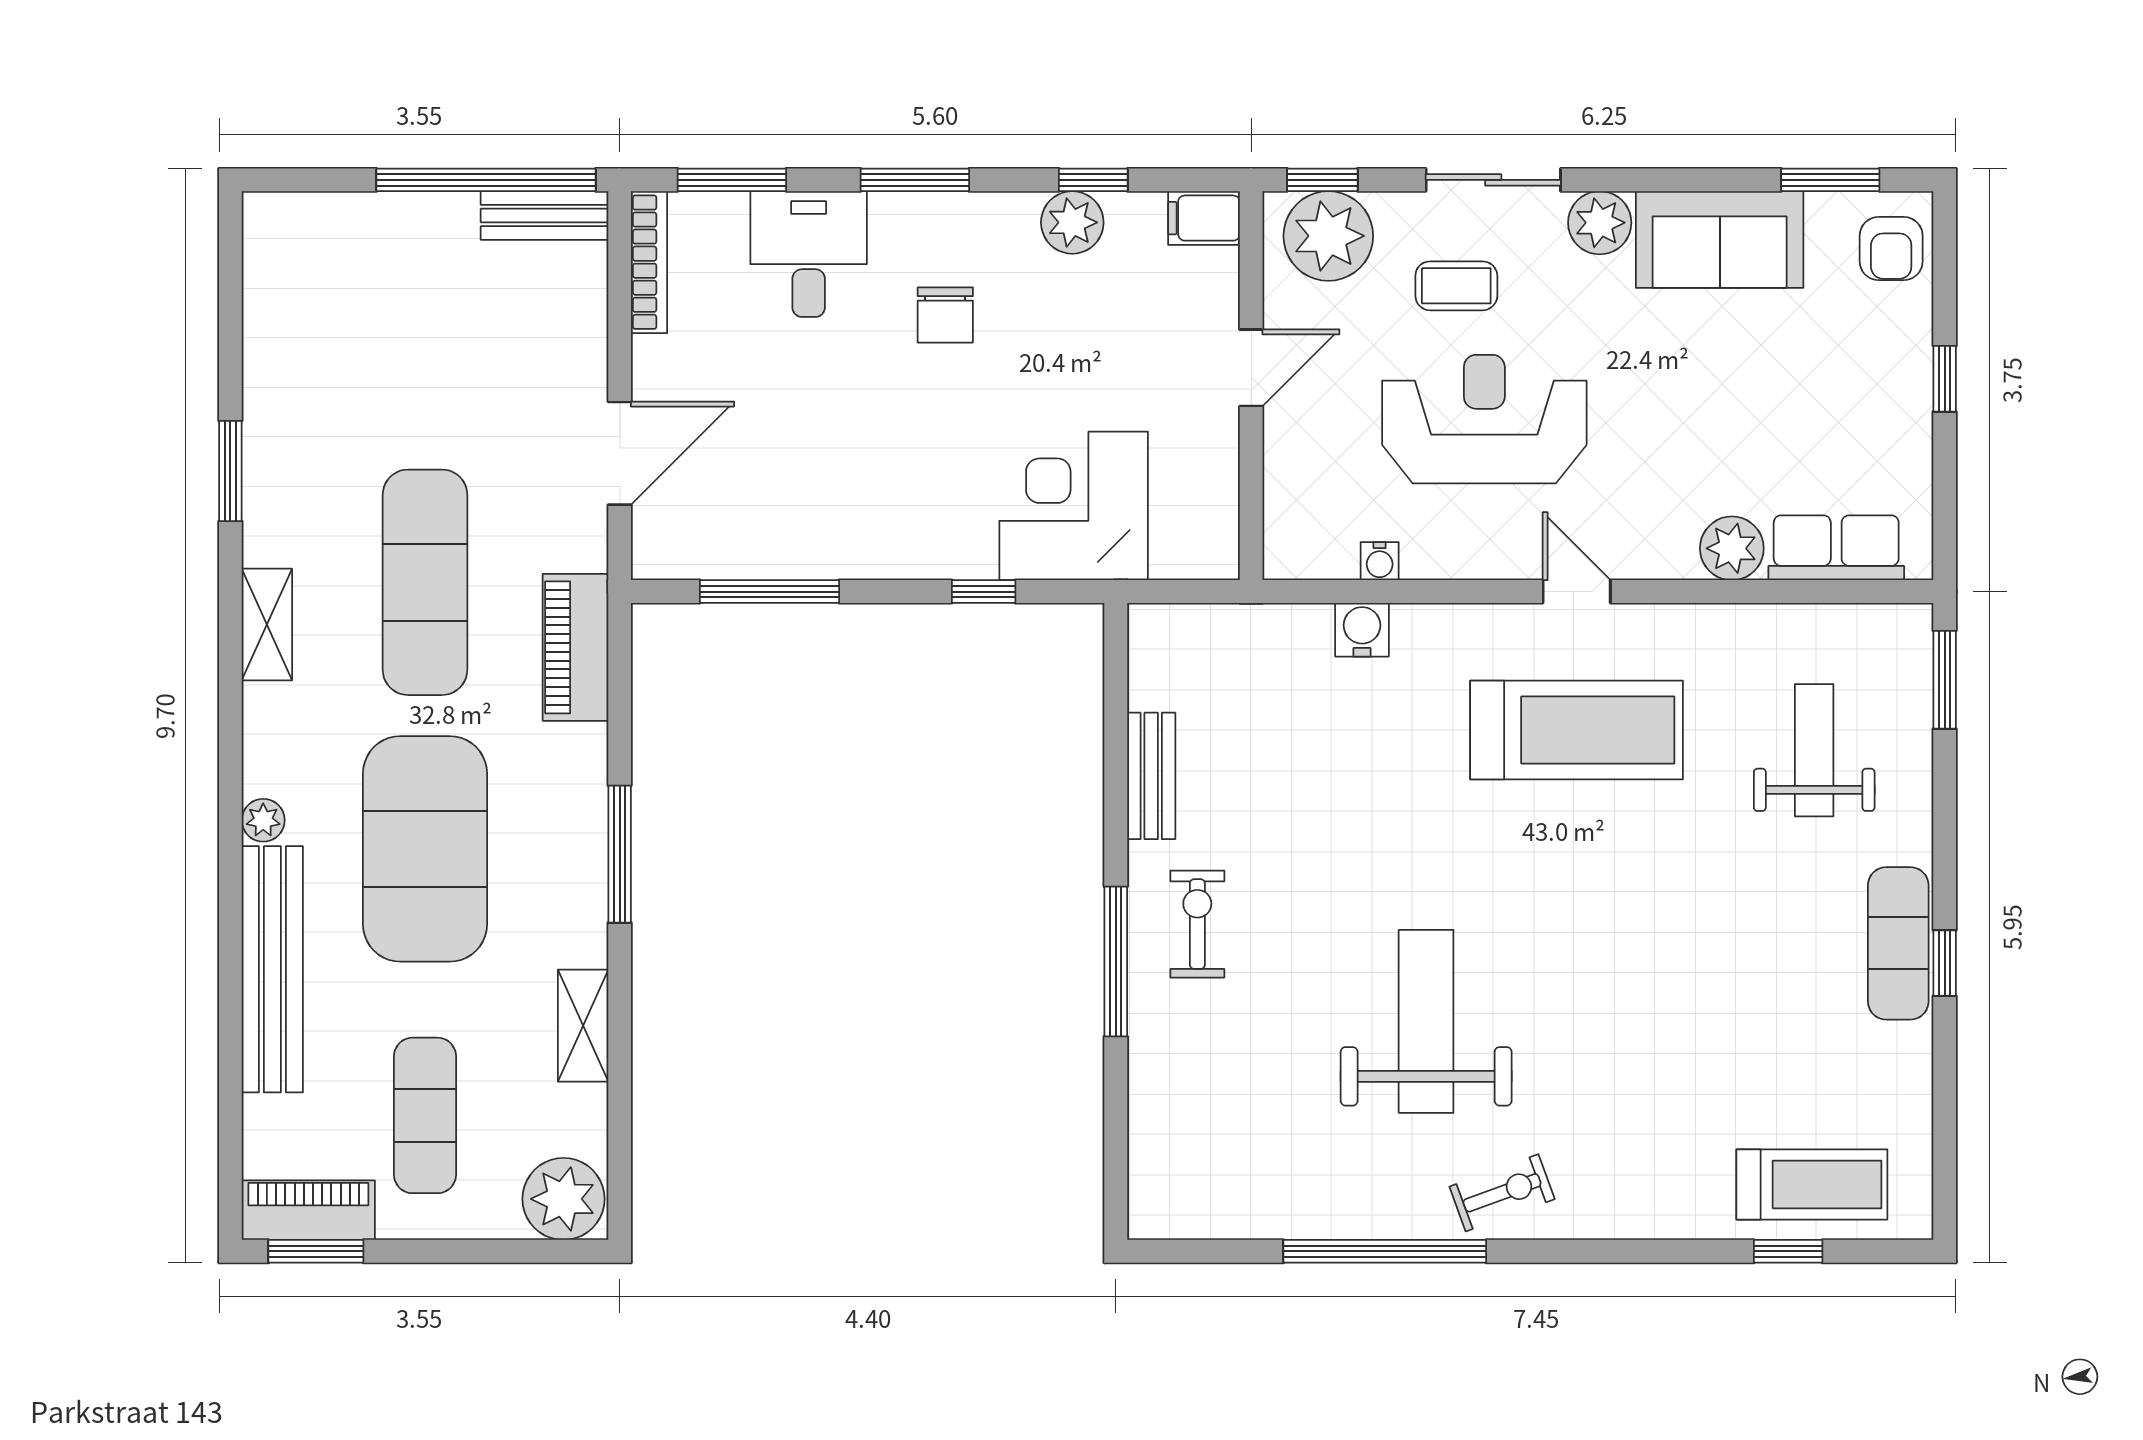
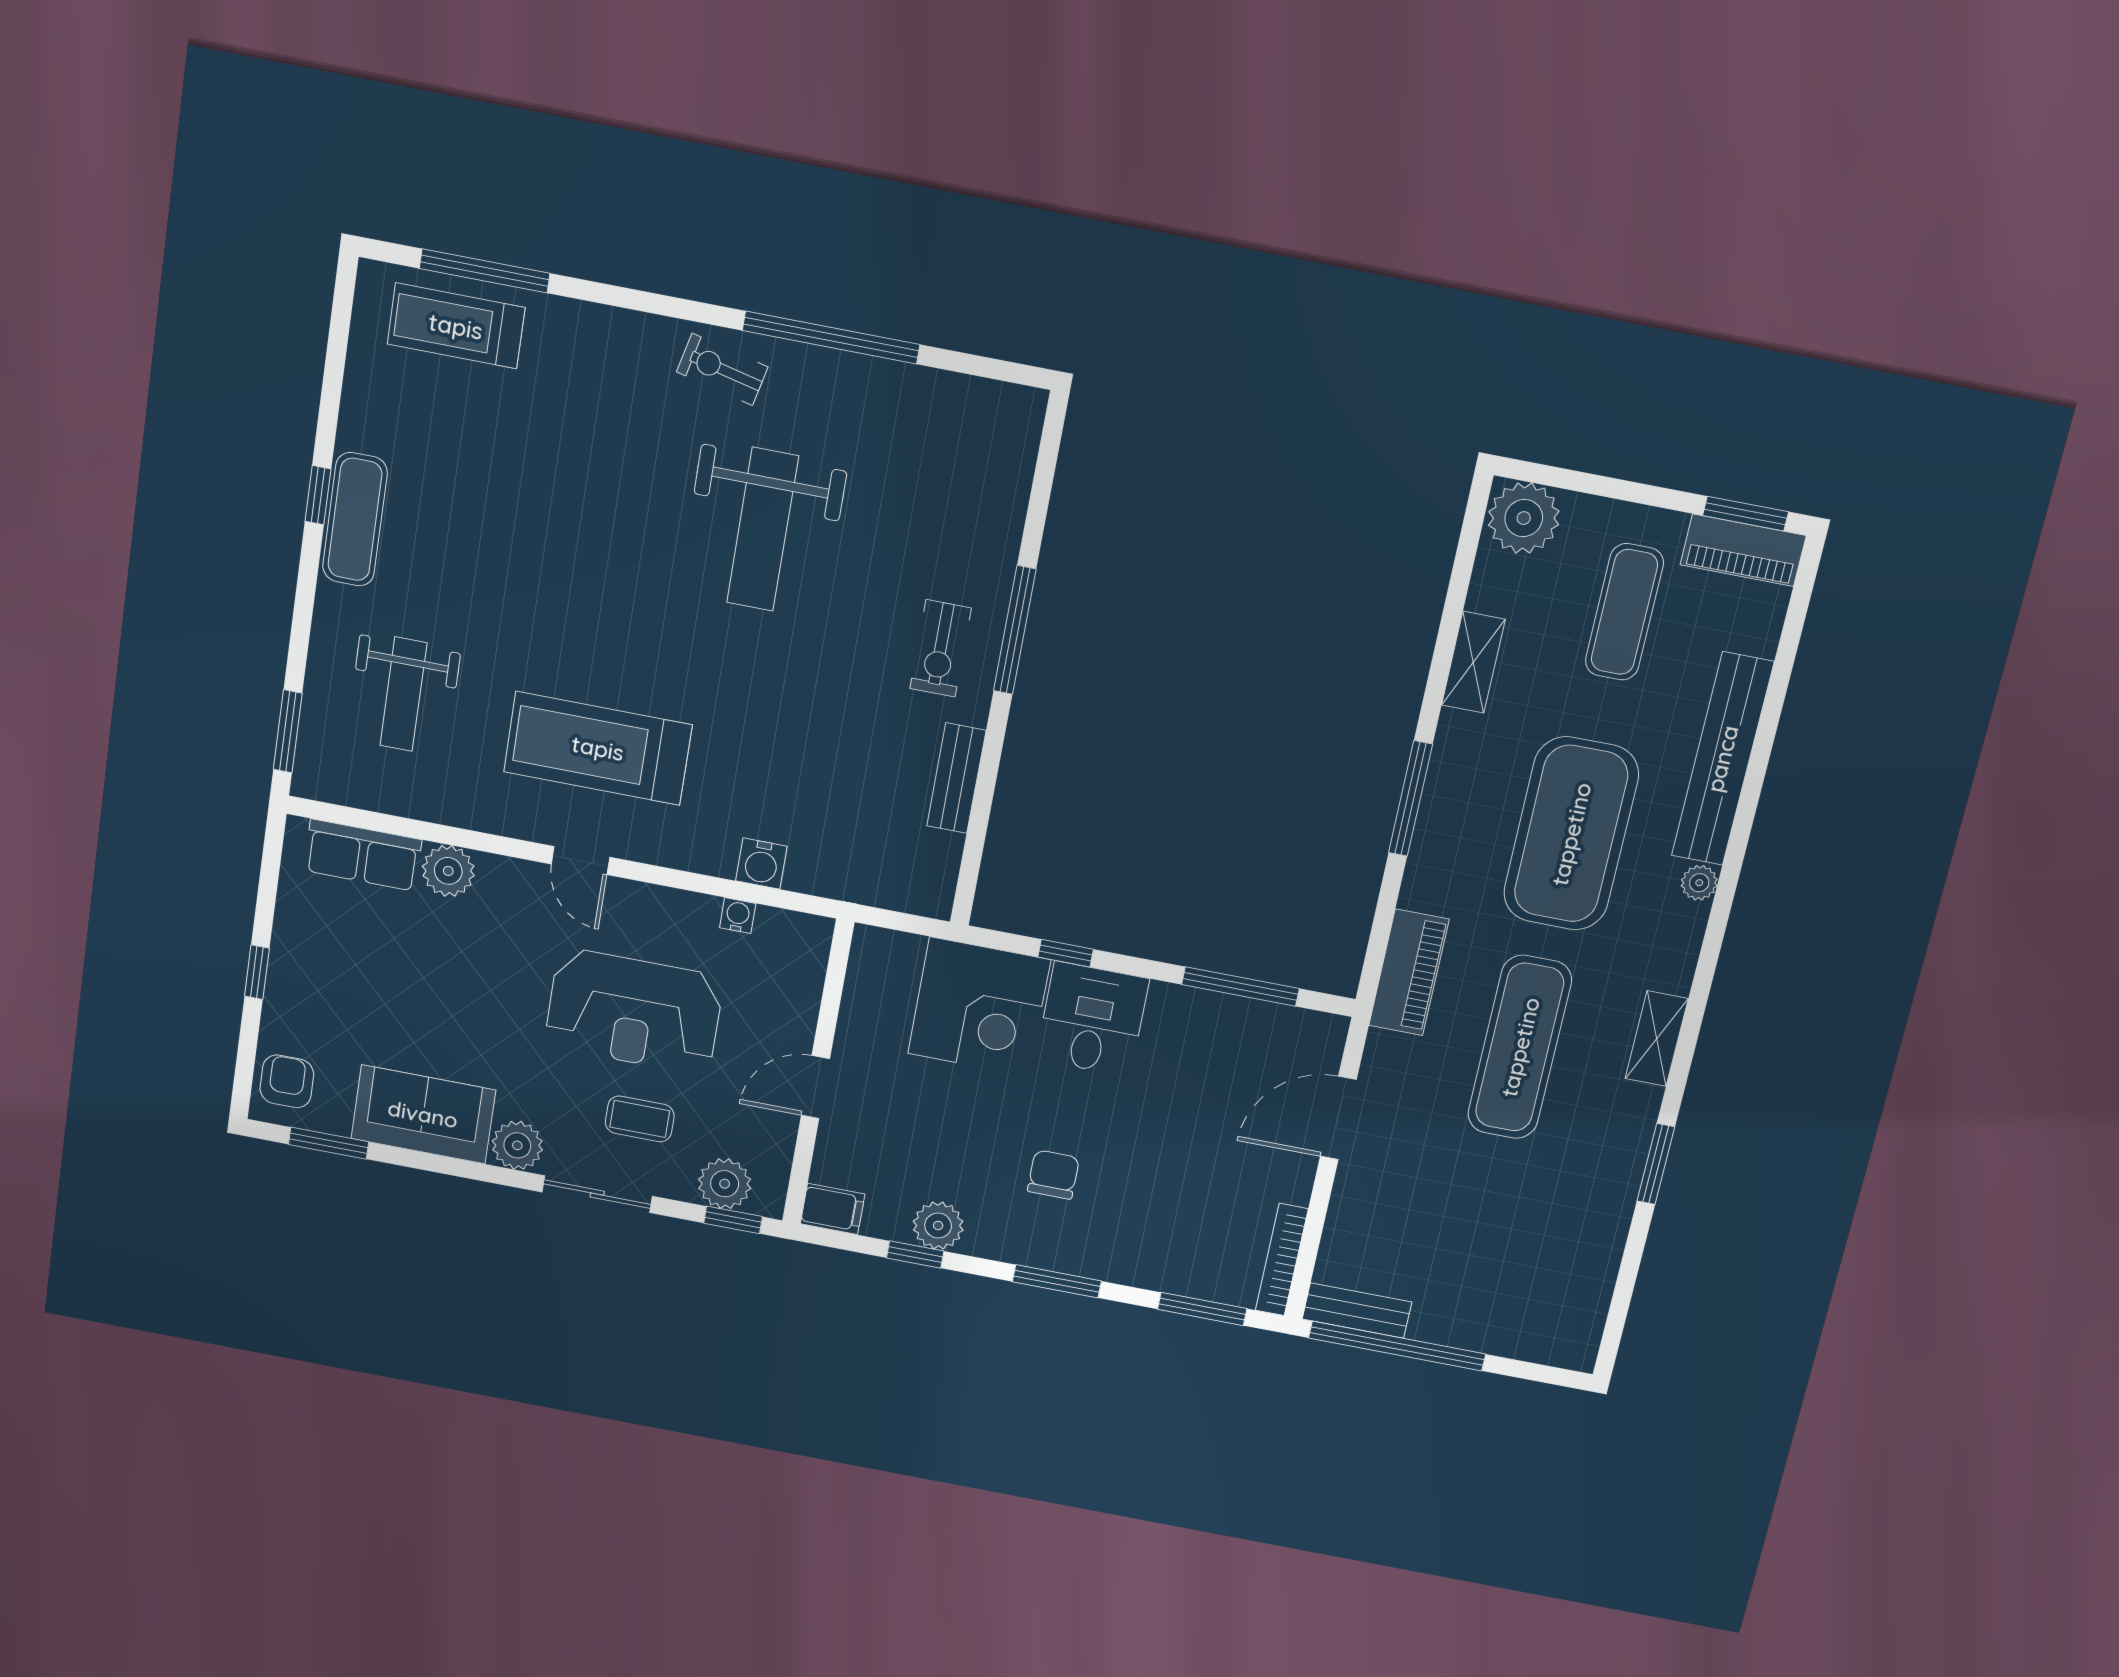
plant: (1328, 236) -> (725, 1184), width x0.73, depth x0.73
desk: (809, 254) -> (1092, 1019), moved, turned 180
exercise bike: (1502, 1193) -> (722, 369), turned 33
window: (1788, 1251) -> (485, 271), width x2.17

